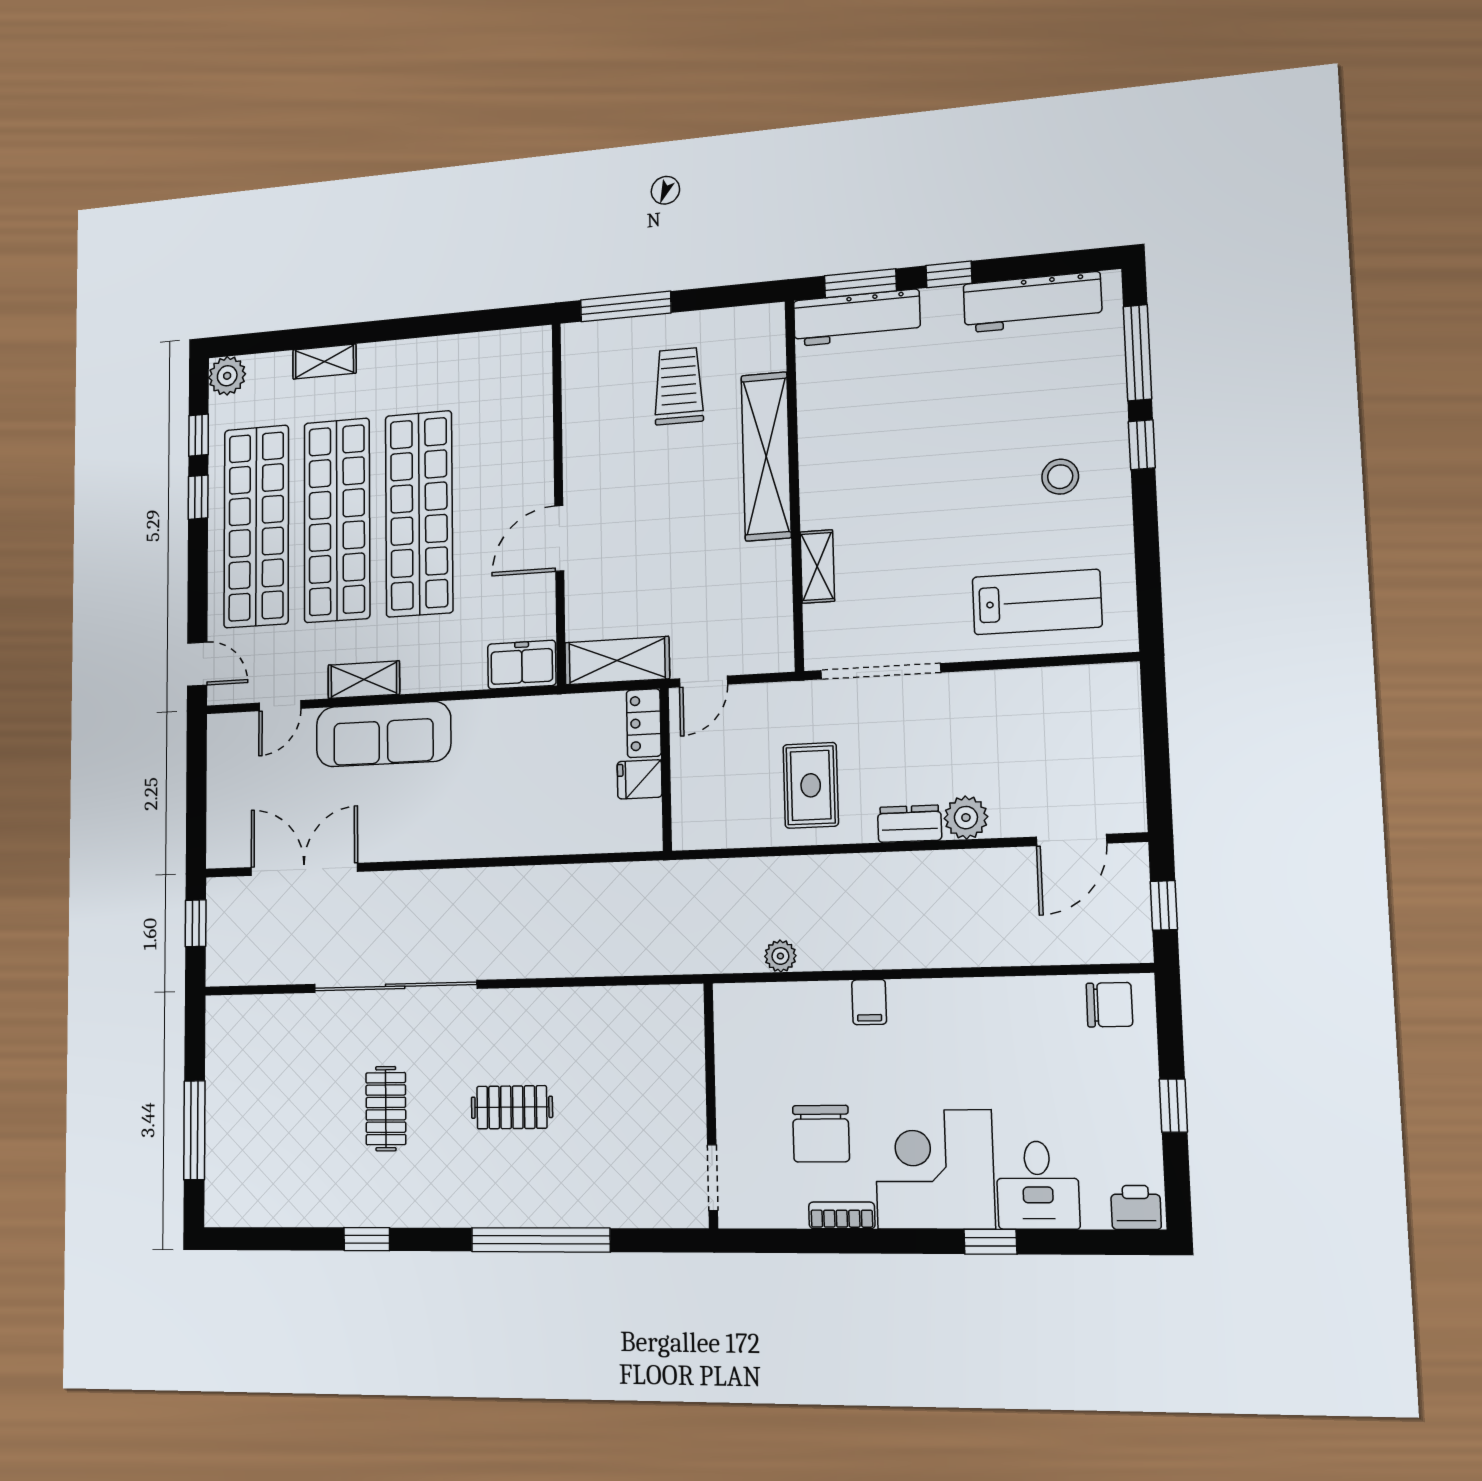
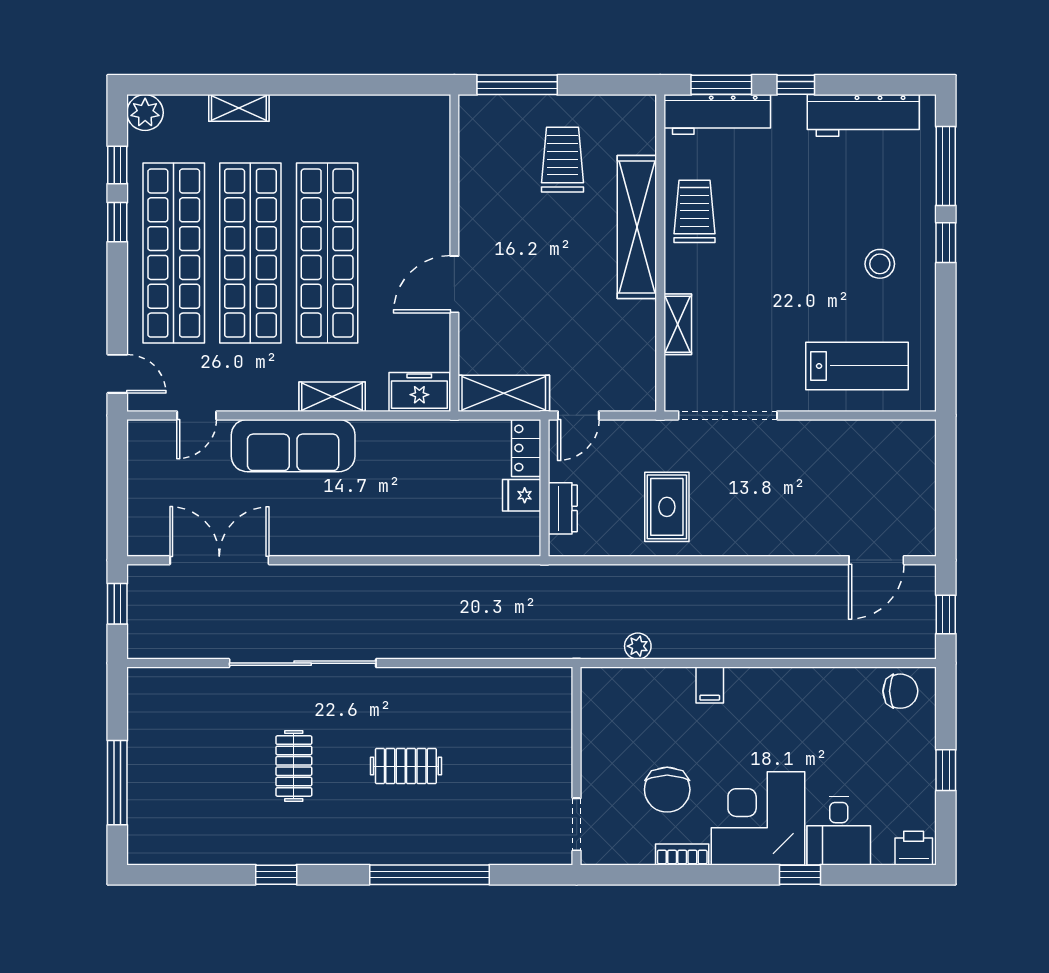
trolley: (833, 433) -> (694, 211), added
shelving: (364, 680) -> (332, 397), moved
plant: (966, 818) -> (793, 539), removed
dresser: (910, 824) -> (563, 508), moved, turned 90

